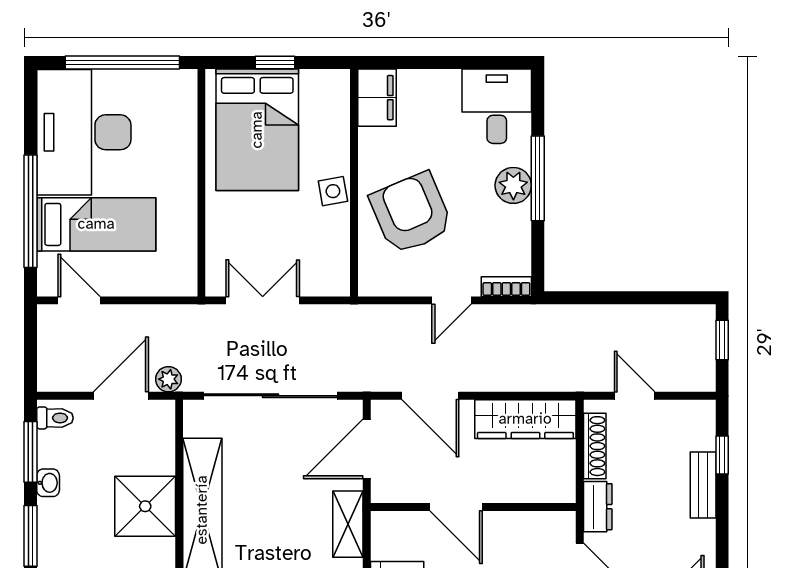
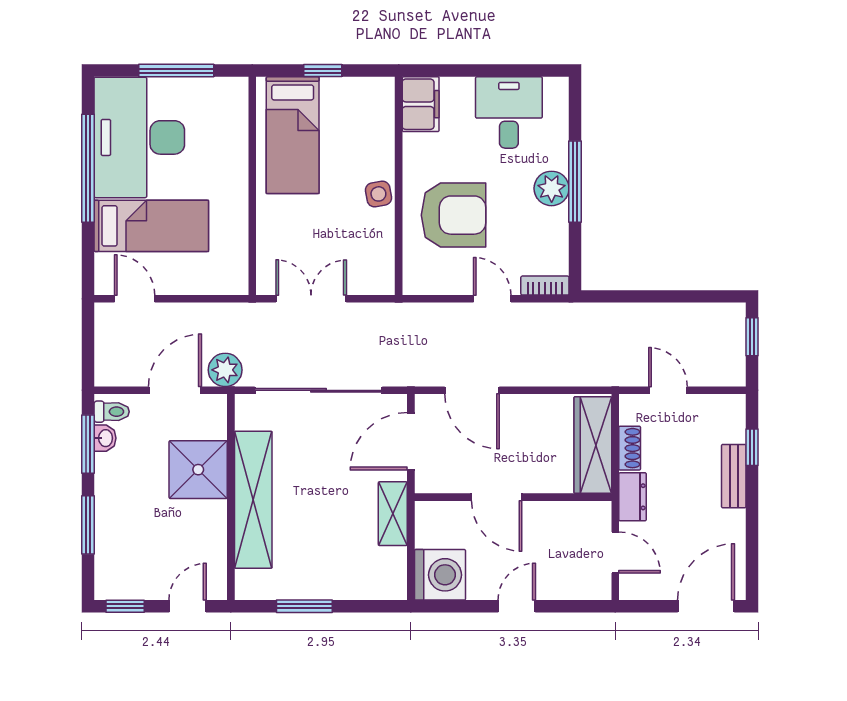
window: (122, 63) -> (176, 71), width x0.68
desk: (497, 106) -> (509, 112), moved
bed: (257, 130) -> (293, 135), width x0.67
window: (30, 211) -> (88, 168), moved
armchair: (411, 213) -> (454, 215), turned 113
door: (452, 300) -> (492, 299), swing flipped
plant: (168, 379) -> (225, 370), width x1.38, depth x1.38
wardrobe: (525, 419) -> (593, 445), moved, turned 90
shoe rack: (595, 446) -> (630, 448), width x0.70
washbasin: (48, 483) -> (105, 438), moved
shower: (145, 506) -> (198, 470), moved

